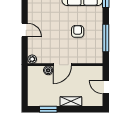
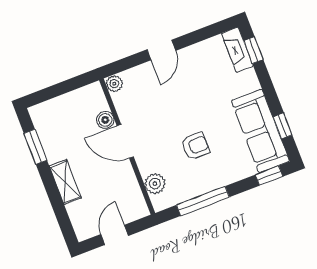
plant: (88, 58) -> (155, 184), added

